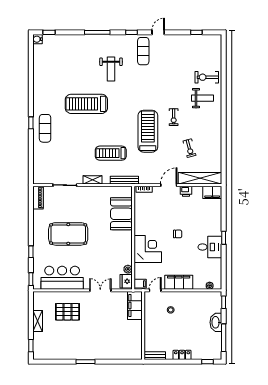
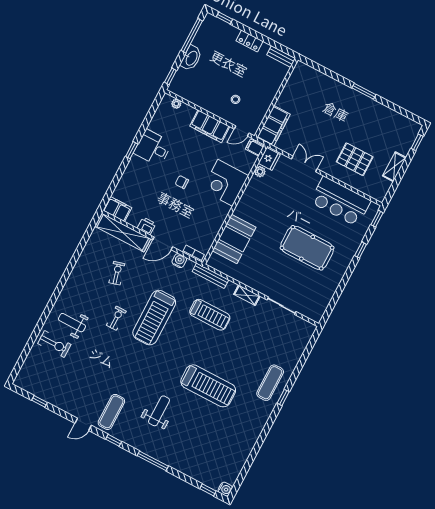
water cooler: (151, 179) -> (179, 261), added
piano: (38, 198) -> (320, 308), removed
double door: (100, 290) -> (304, 164), swing flipped

